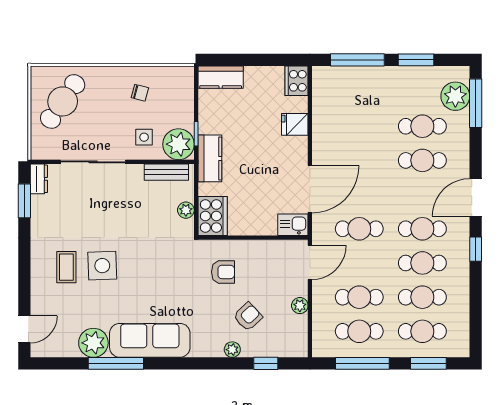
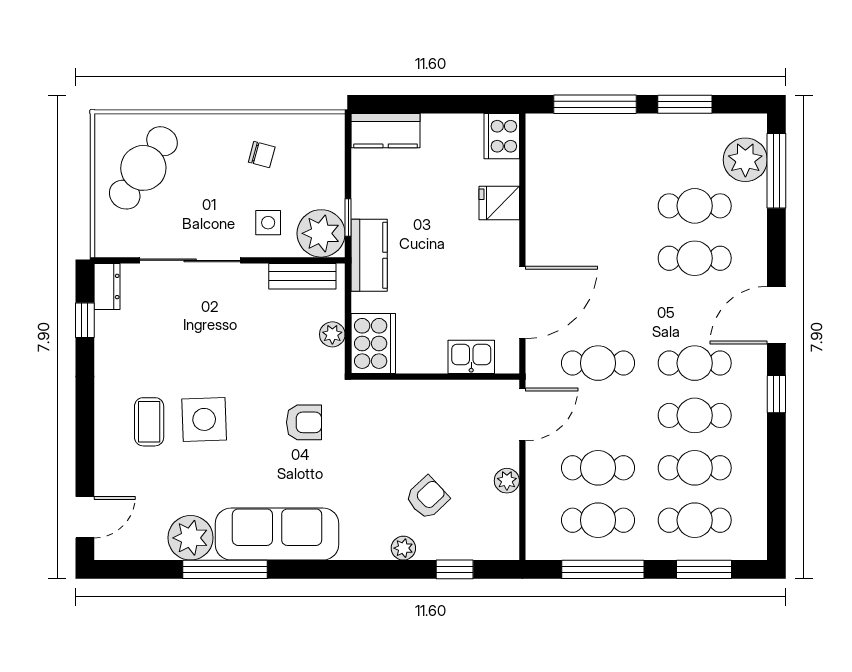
window: (24, 201) -> (85, 320), width x0.67
kitchen sink: (293, 225) -> (471, 357), moved
armchair: (223, 272) -> (304, 422), moved

